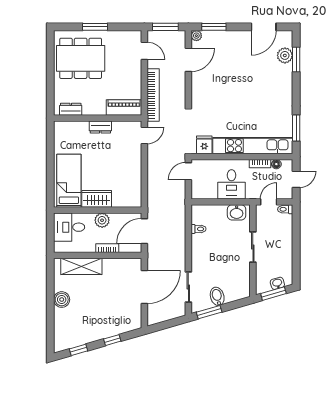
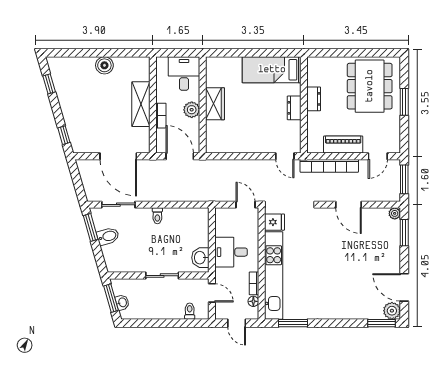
plant: (285, 55) -> (392, 311), moved
window: (296, 59) -> (382, 323), moved
door: (188, 60) -> (349, 205), moved
piano: (124, 108) -> (343, 145), moved, turned -90
dresser: (71, 109) -> (314, 99), moved
bed: (69, 181) -> (272, 70), moved, turned 180
toilet: (285, 209) -> (190, 311), moved
toilet: (198, 229) -> (157, 216), moved
shelving: (81, 266) -> (141, 104), moved
window: (112, 340) -> (64, 135), moved

